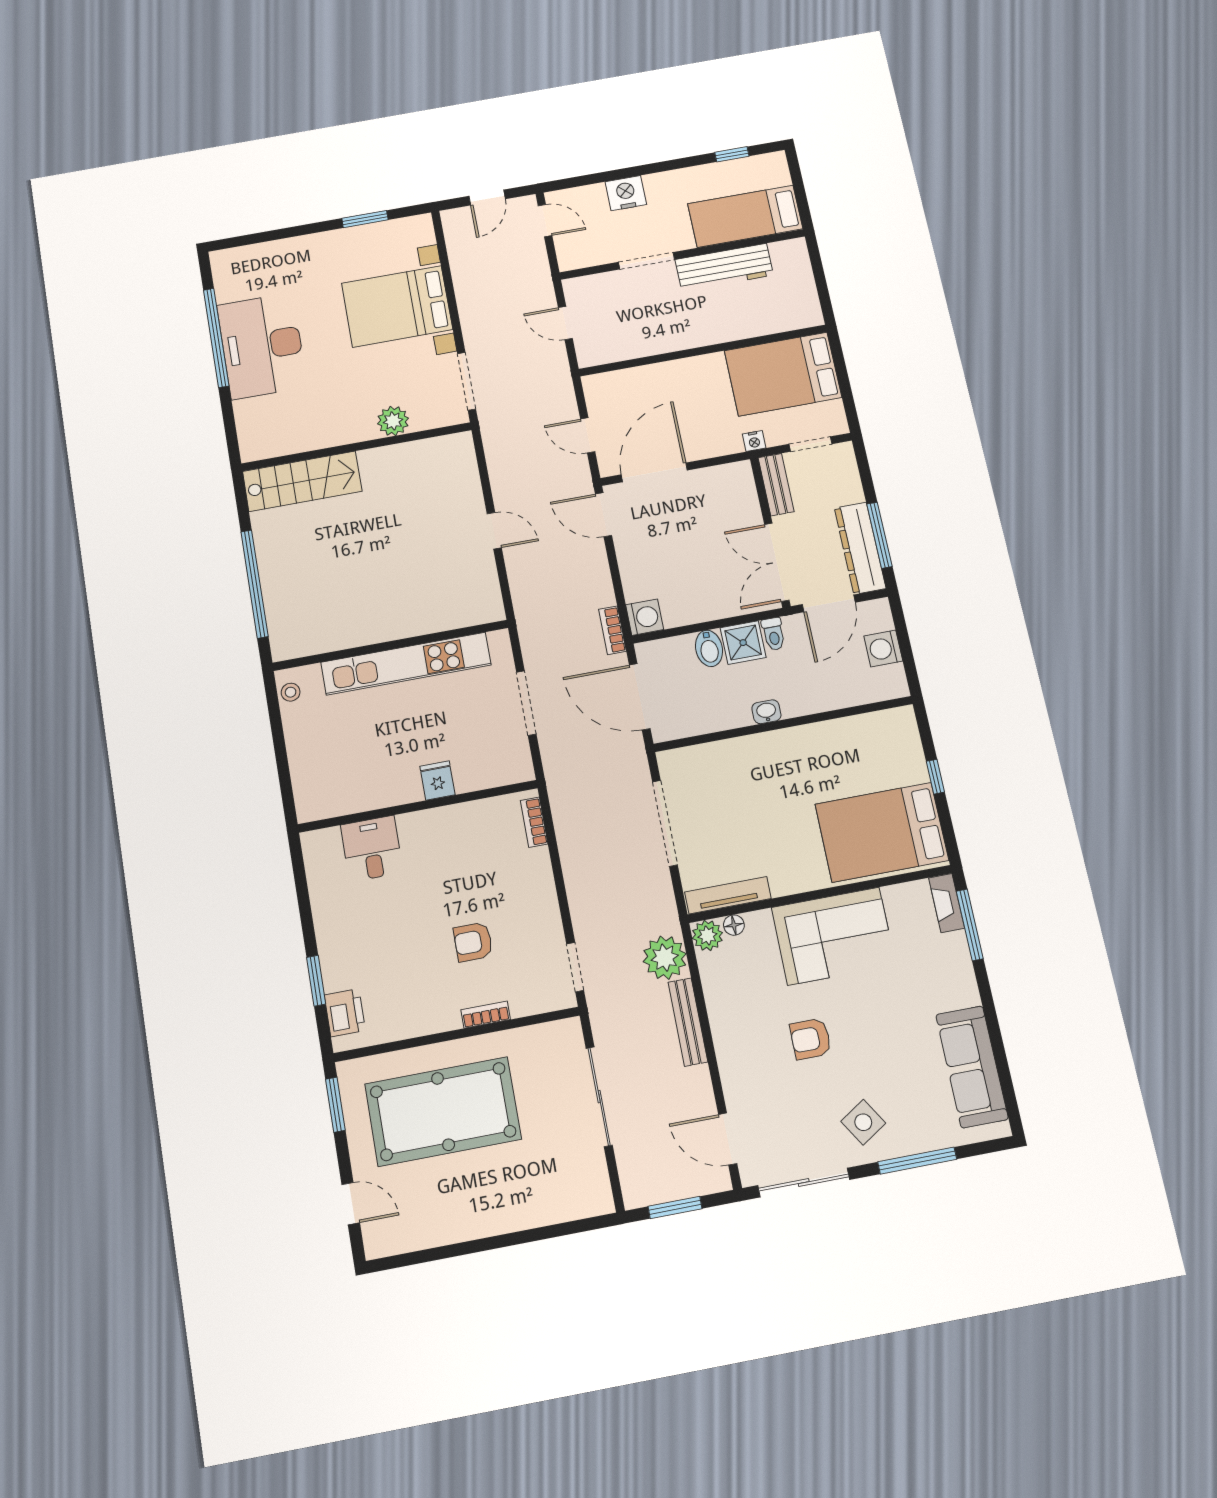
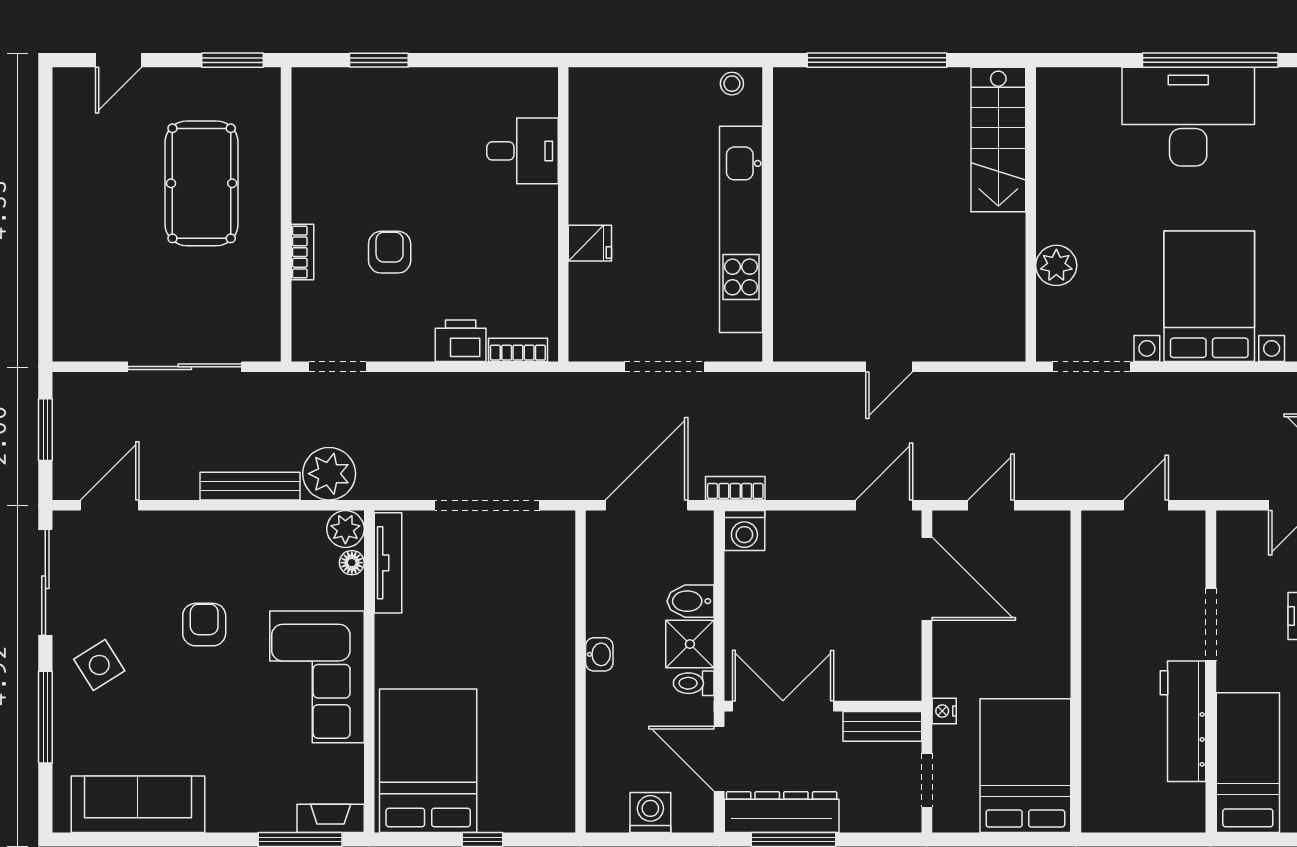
printer: (345, 1013) -> (461, 341), moved, turned 180
pool table: (443, 1111) -> (202, 183), width x0.73, depth x0.76

